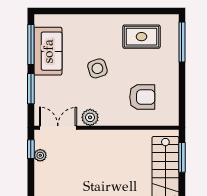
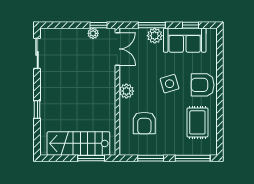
armchair: (99, 31) -> (203, 85), added
window: (31, 45) -> (191, 25), width x0.46
plant: (43, 85) -> (155, 36), added
window: (182, 90) -> (151, 158), added
plant: (90, 117) -> (126, 91), moved

